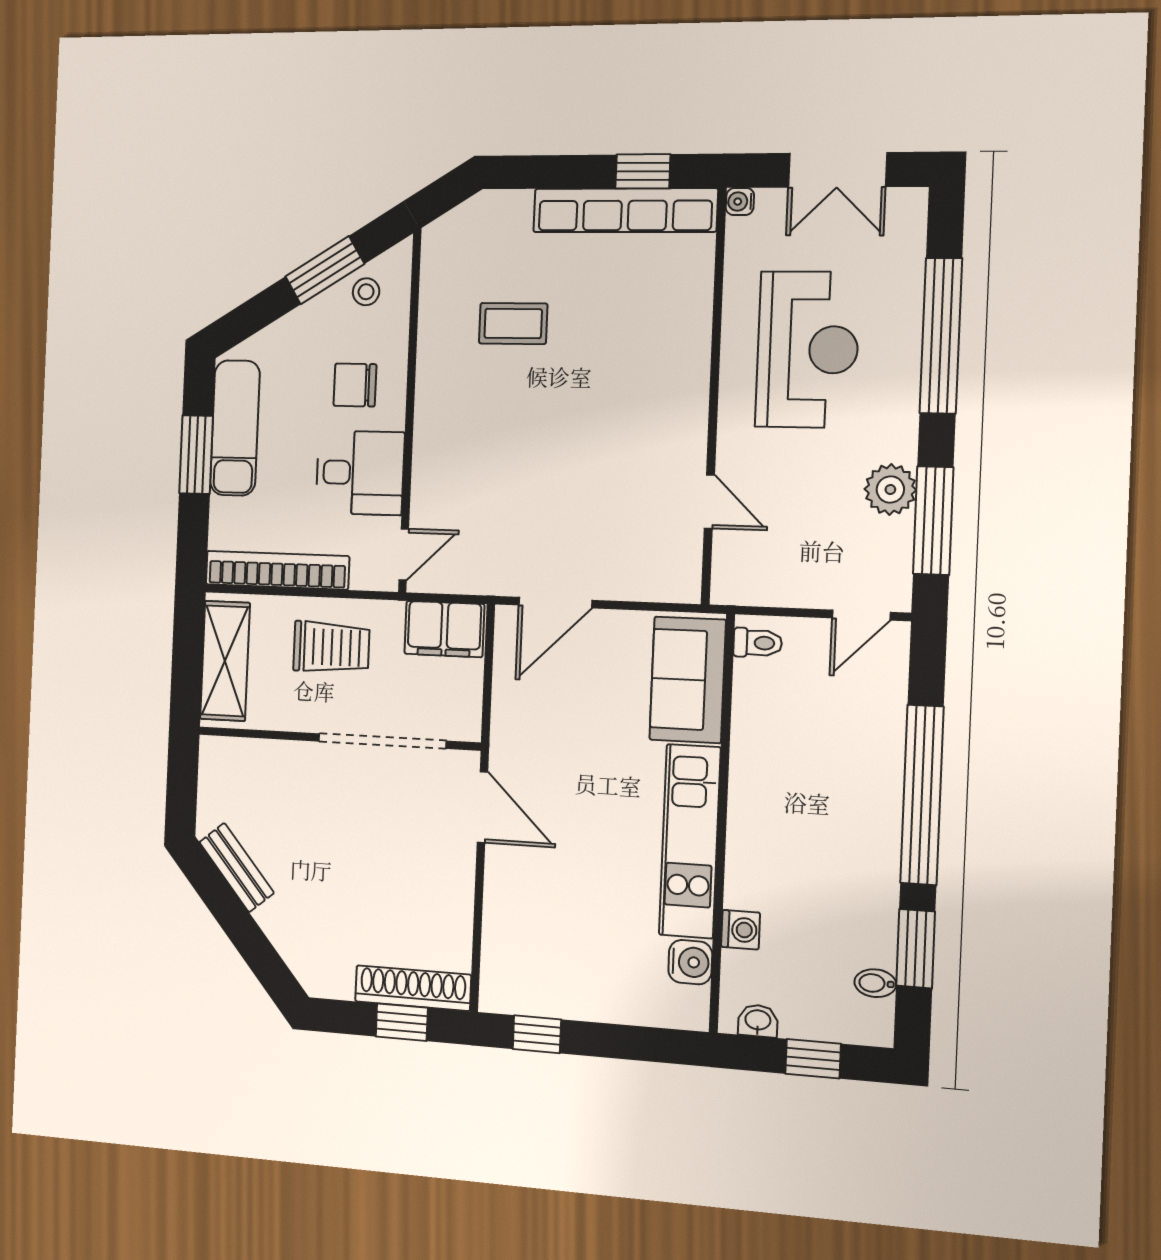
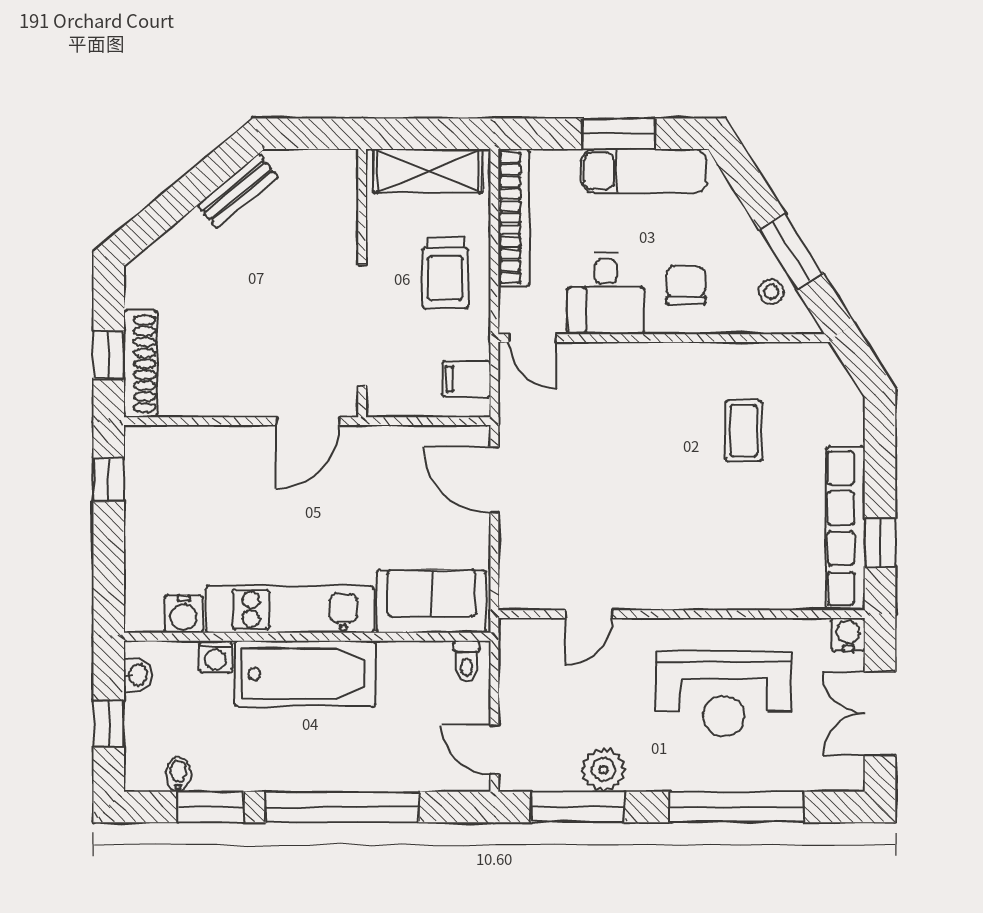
water cooler: (740, 202) -> (848, 635), width x1.38, depth x1.38
filing cabinet: (444, 629) -> (466, 379), width x0.50
bathtub: (764, 828) -> (305, 674), added

